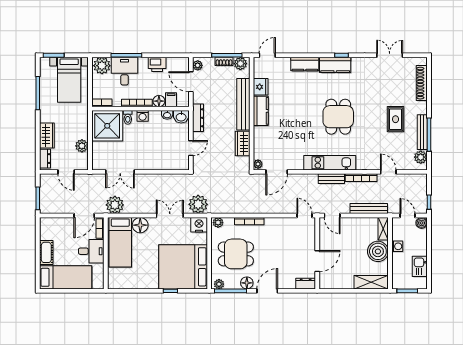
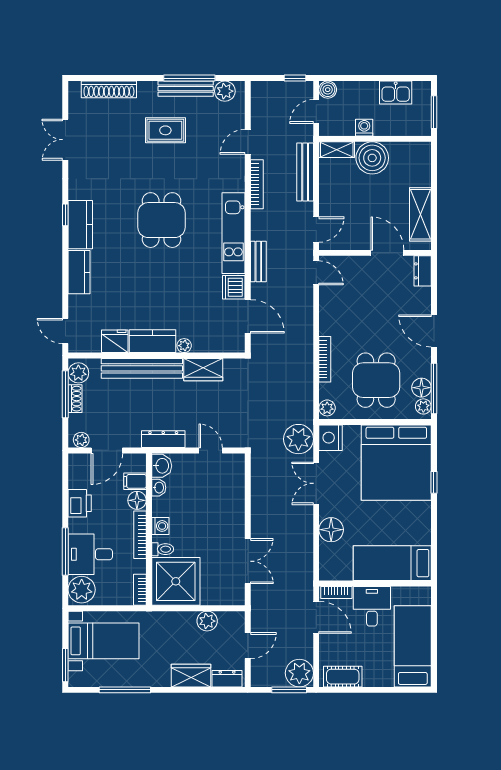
dining table: (338, 117) -> (161, 220), turned 90
dishwasher: (295, 163) -> (234, 287), added
plant: (258, 164) -> (184, 346), moved
bench: (331, 179) -> (258, 262), moved
plant: (115, 205) -> (299, 673), moved
door: (304, 216) -> (316, 273), swing flipped
bed: (120, 242) -> (392, 563), moved, turned 180
cot: (46, 252) -> (343, 677), moved
shelving: (371, 282) -> (420, 214), moved
floor lamp: (247, 283) -> (421, 388), moved

